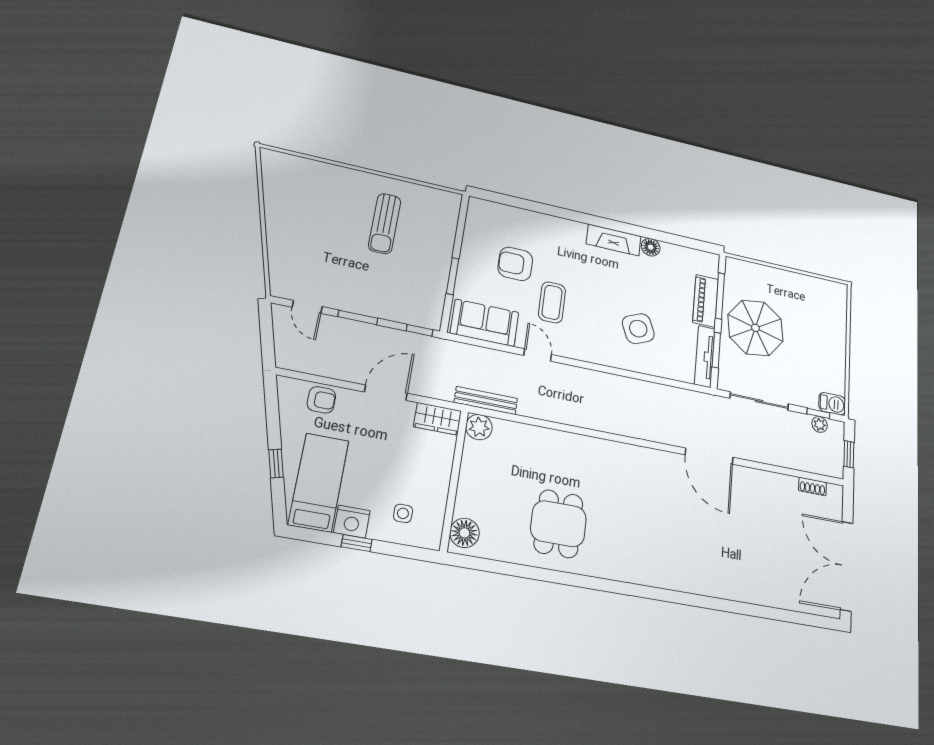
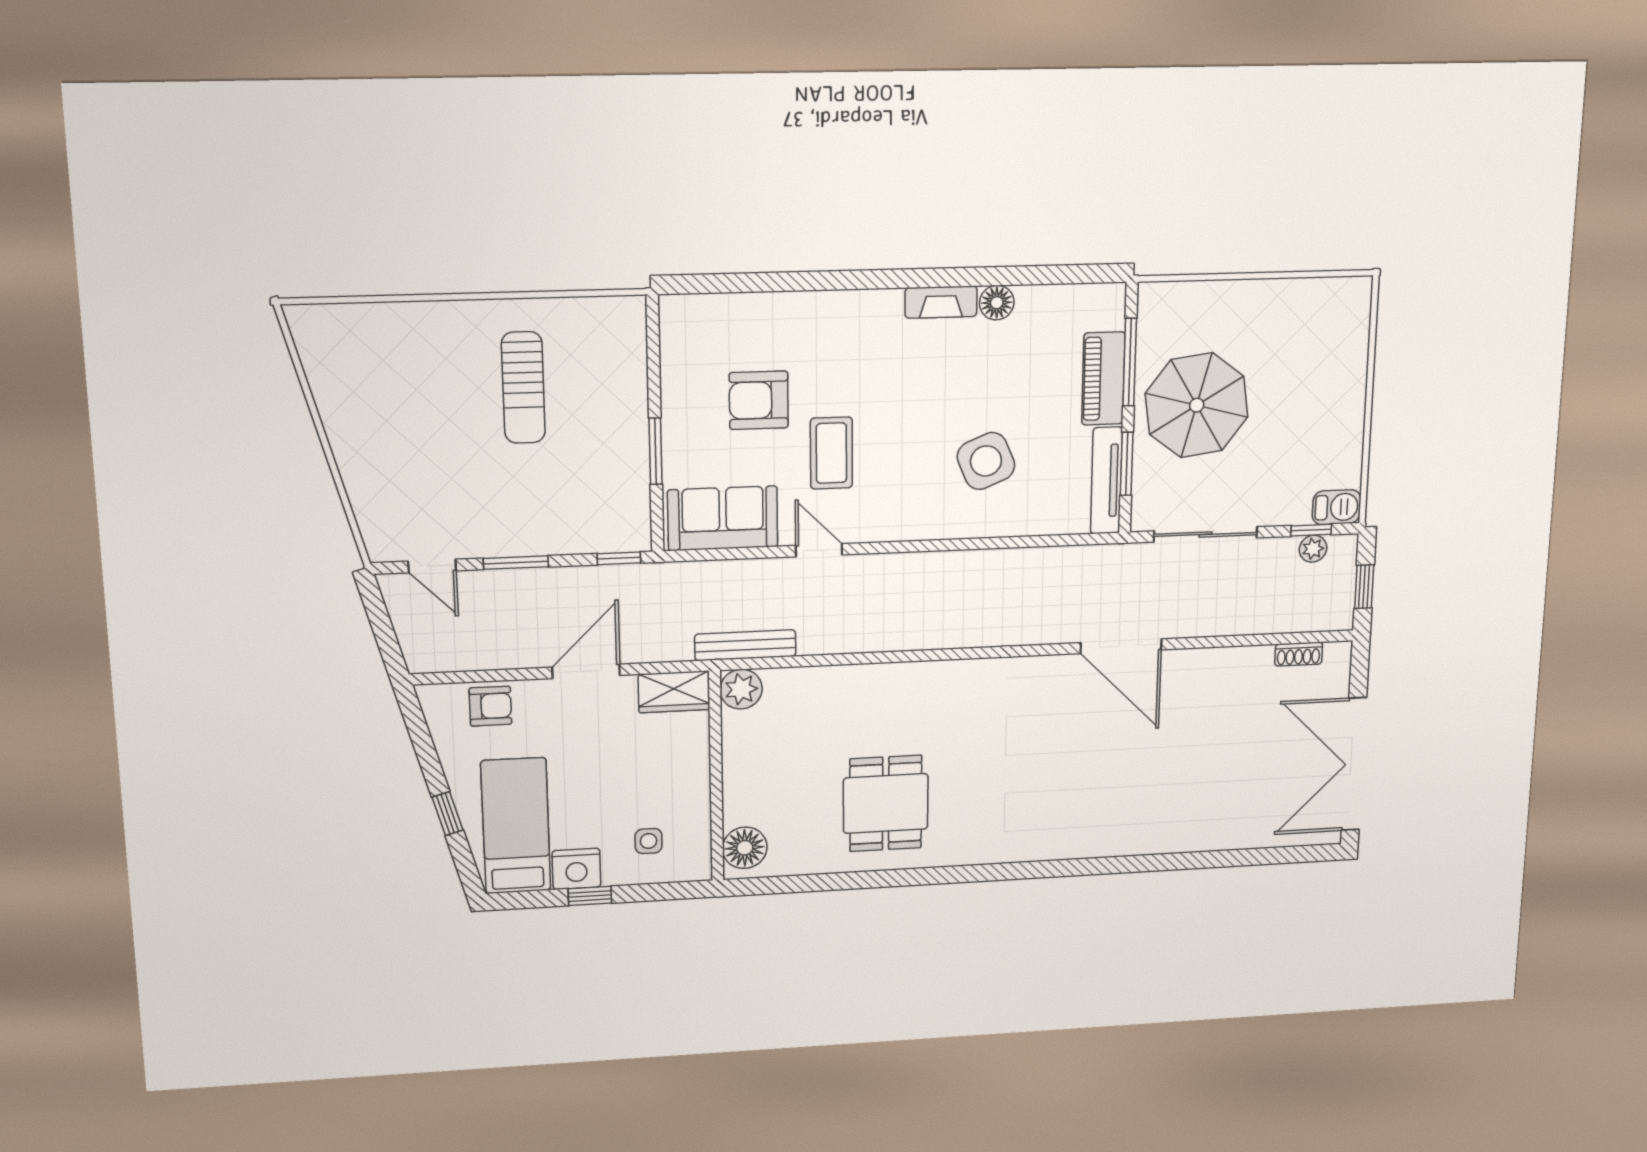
fireplace: (614, 240) -> (941, 302), width x0.73, depth x0.76

